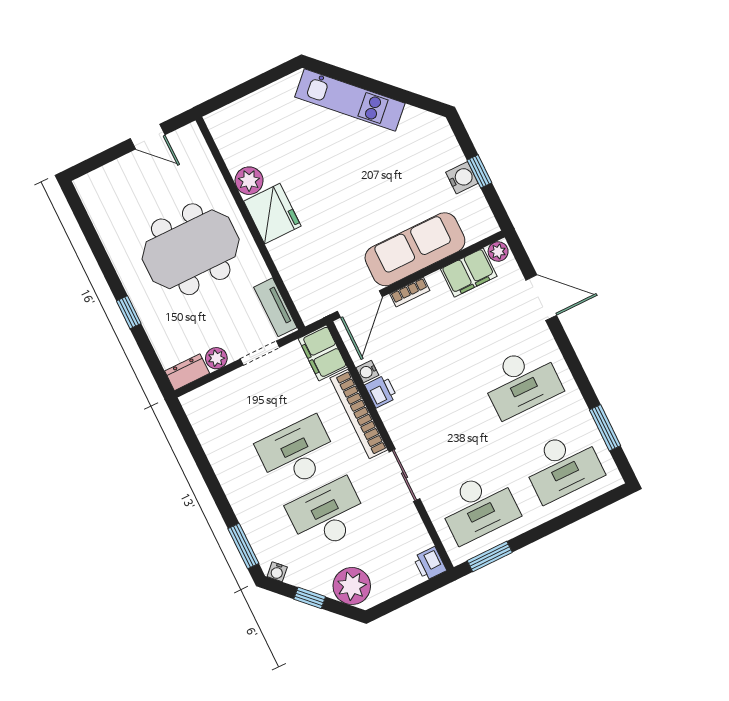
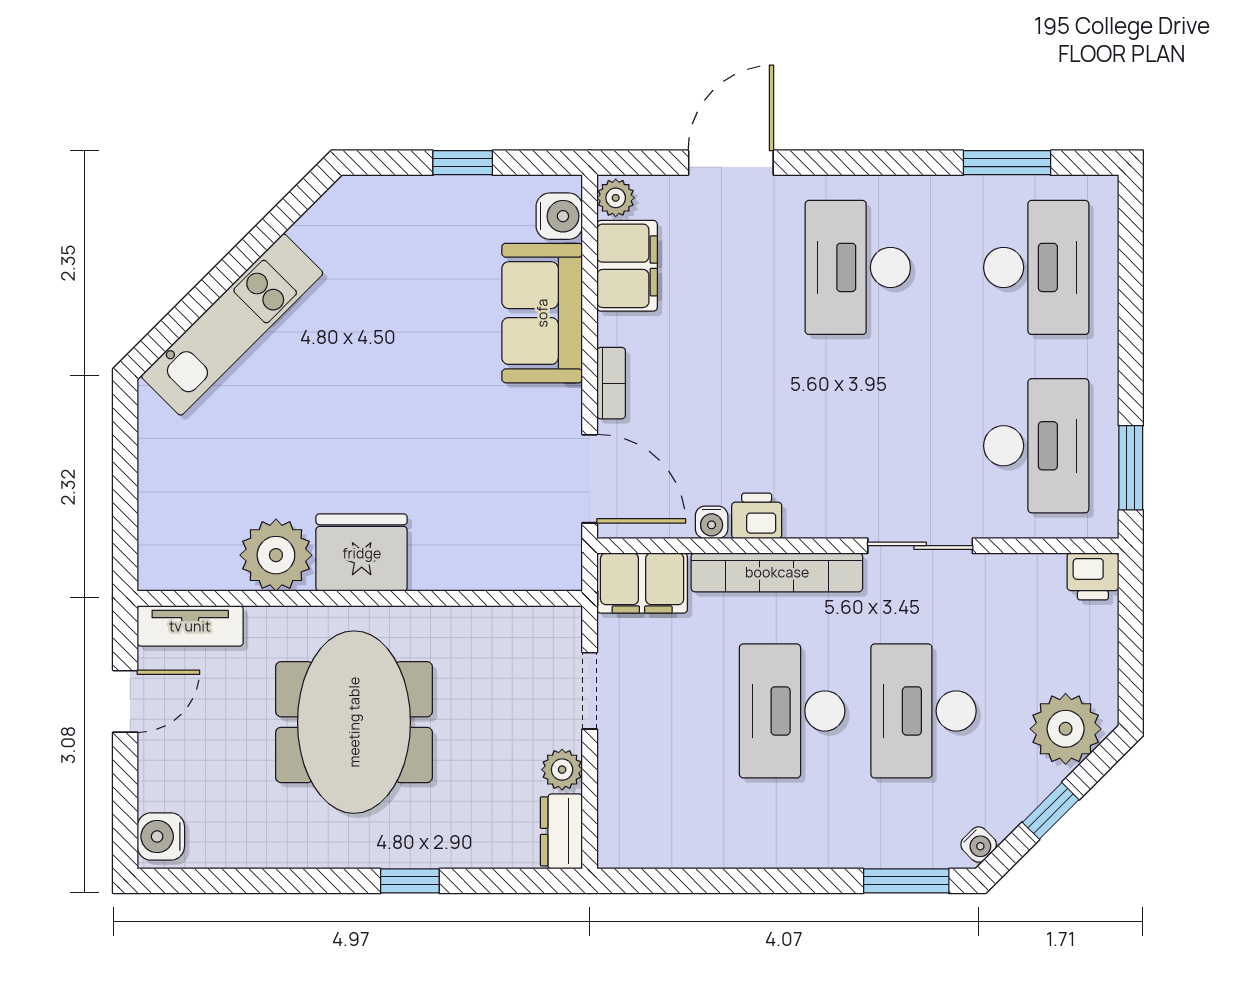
water cooler: (462, 178) -> (559, 216), moved, turned 90
plant: (249, 181) -> (276, 555), width x1.36, depth x1.36
water cooler: (92, 185) -> (161, 837), added
sofa: (415, 249) -> (542, 313), width x0.73
tv unit: (275, 307) -> (190, 626), moved
desk: (521, 382) -> (858, 267), turned 180

